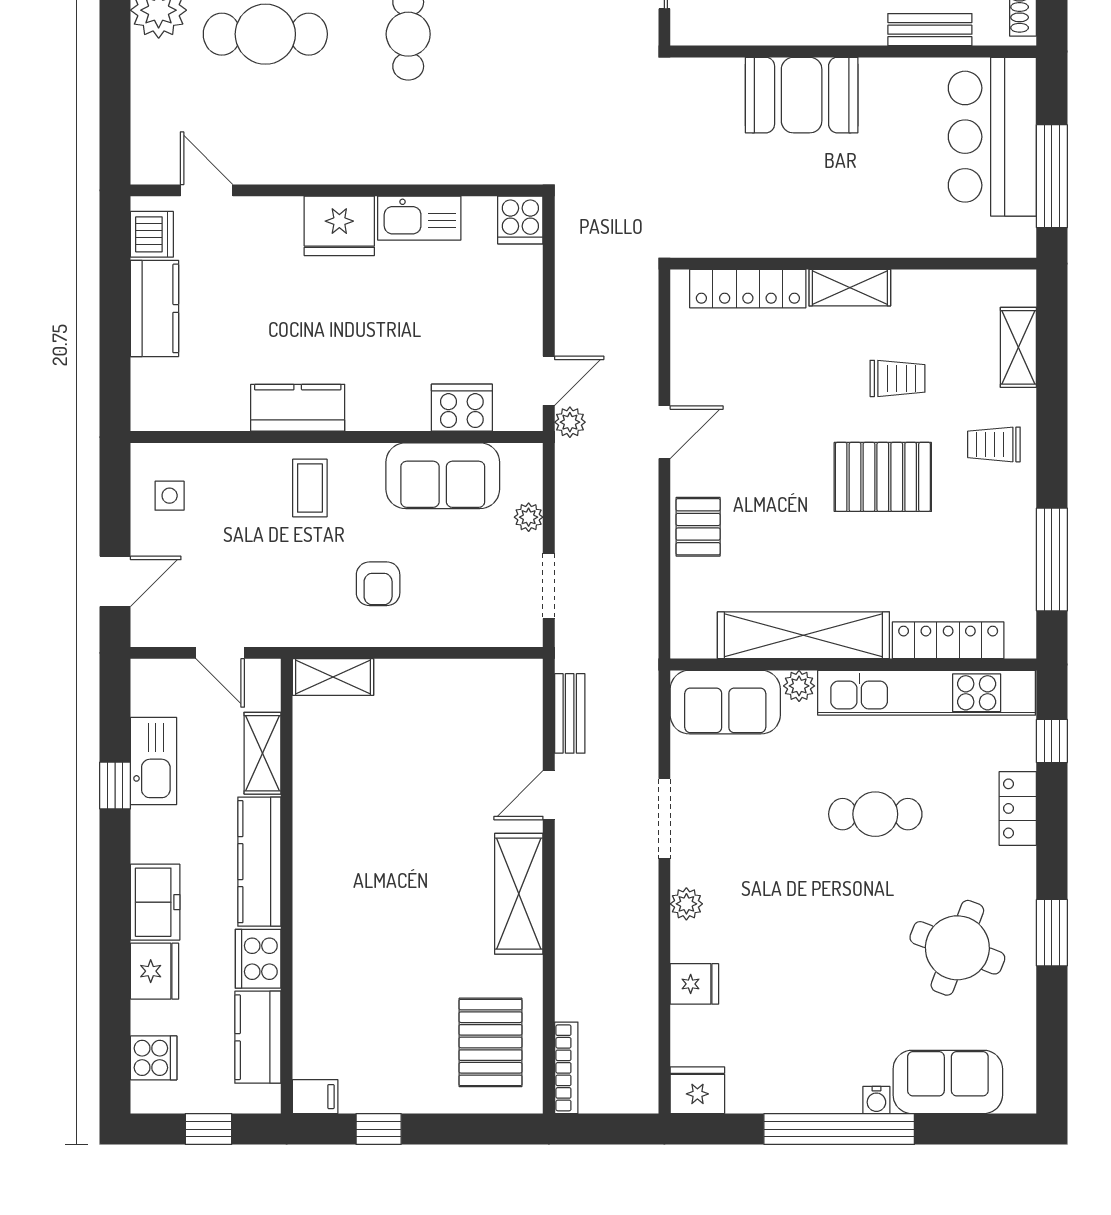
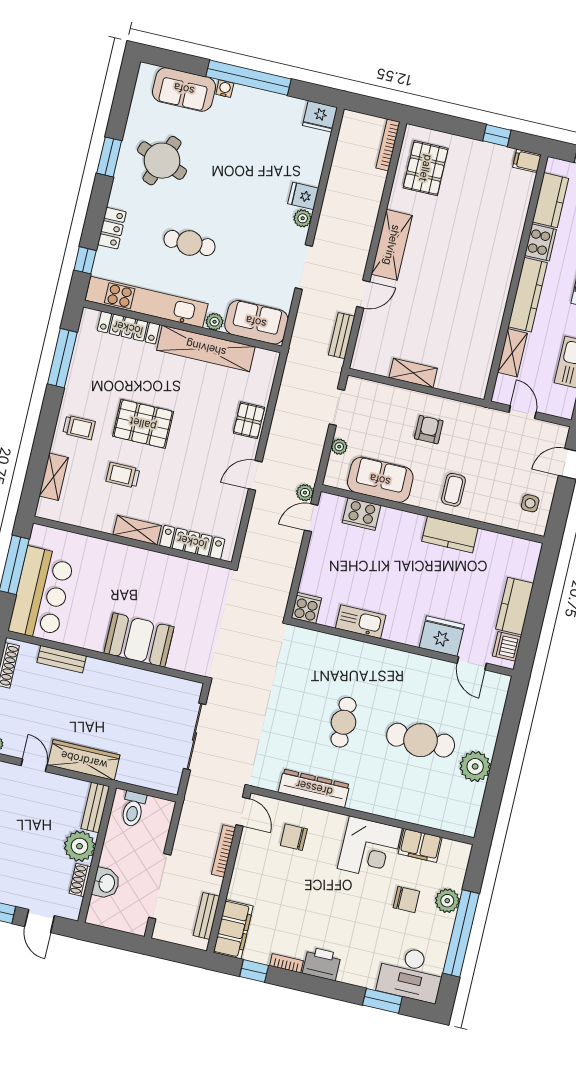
fridge: (339, 226) -> (442, 636), moved
shelving: (333, 677) -> (413, 373), moved
fridge: (694, 984) -> (303, 196), moved

